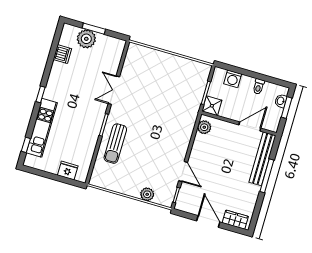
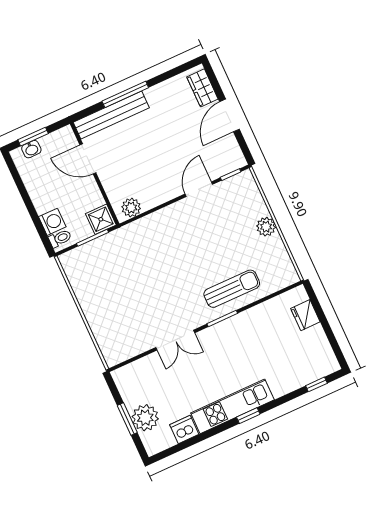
toilet: (259, 86) -> (60, 238), moved
kitchen unit: (42, 128) -> (232, 406), moved
plant: (147, 194) -> (266, 227), moved

